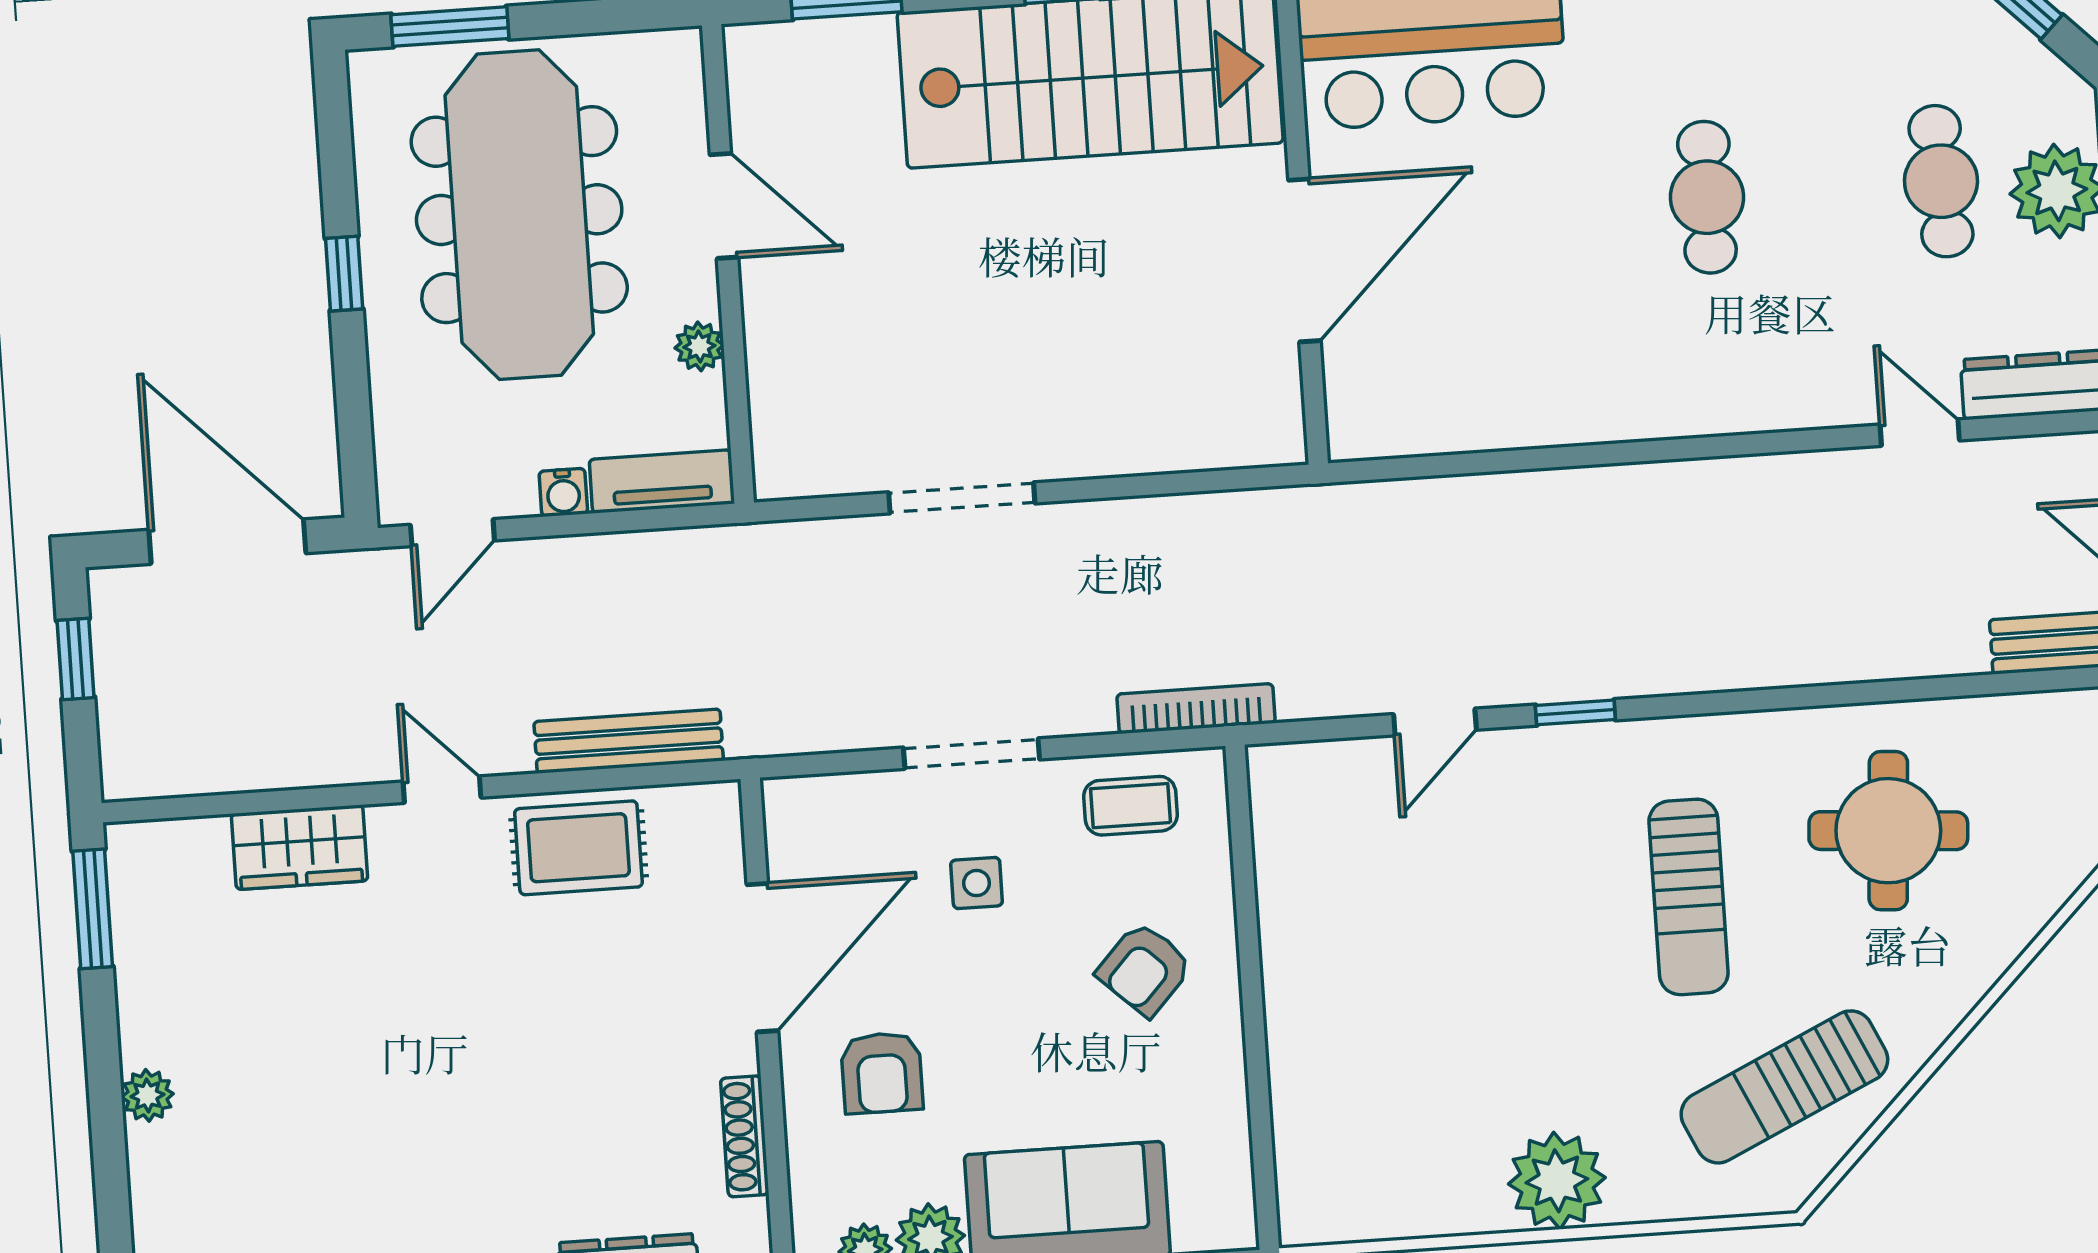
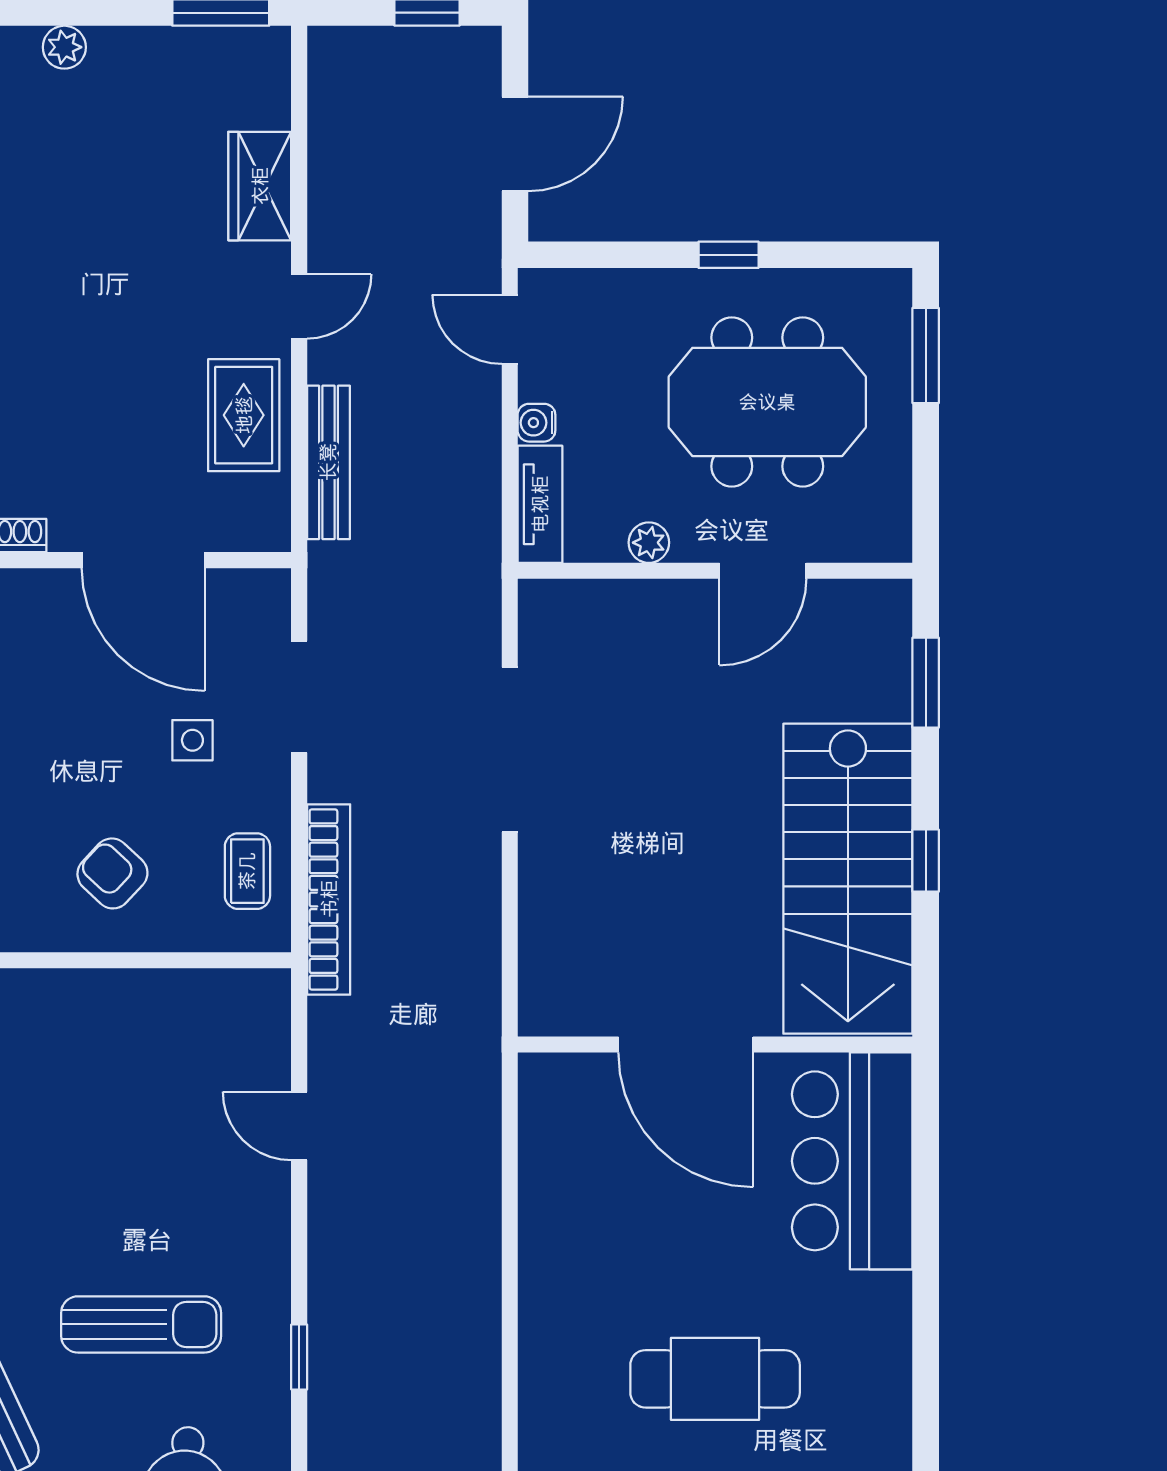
cafe table: (1707, 197) -> (715, 1379), width x1.37, depth x1.35
meeting table: (519, 215) -> (767, 402), width x0.73
doorway: (962, 498) -> (510, 750), width x1.36
door: (227, 542) -> (515, 144), width x0.73
bookcase: (1196, 709) -> (329, 899), width x1.48, depth x1.31
window: (1575, 712) -> (299, 1357), moved
doorway: (971, 754) -> (299, 697), moved
sun lounger: (1689, 897) -> (141, 1324), turned 180
armchair: (882, 1073) -> (42, 652), removed

